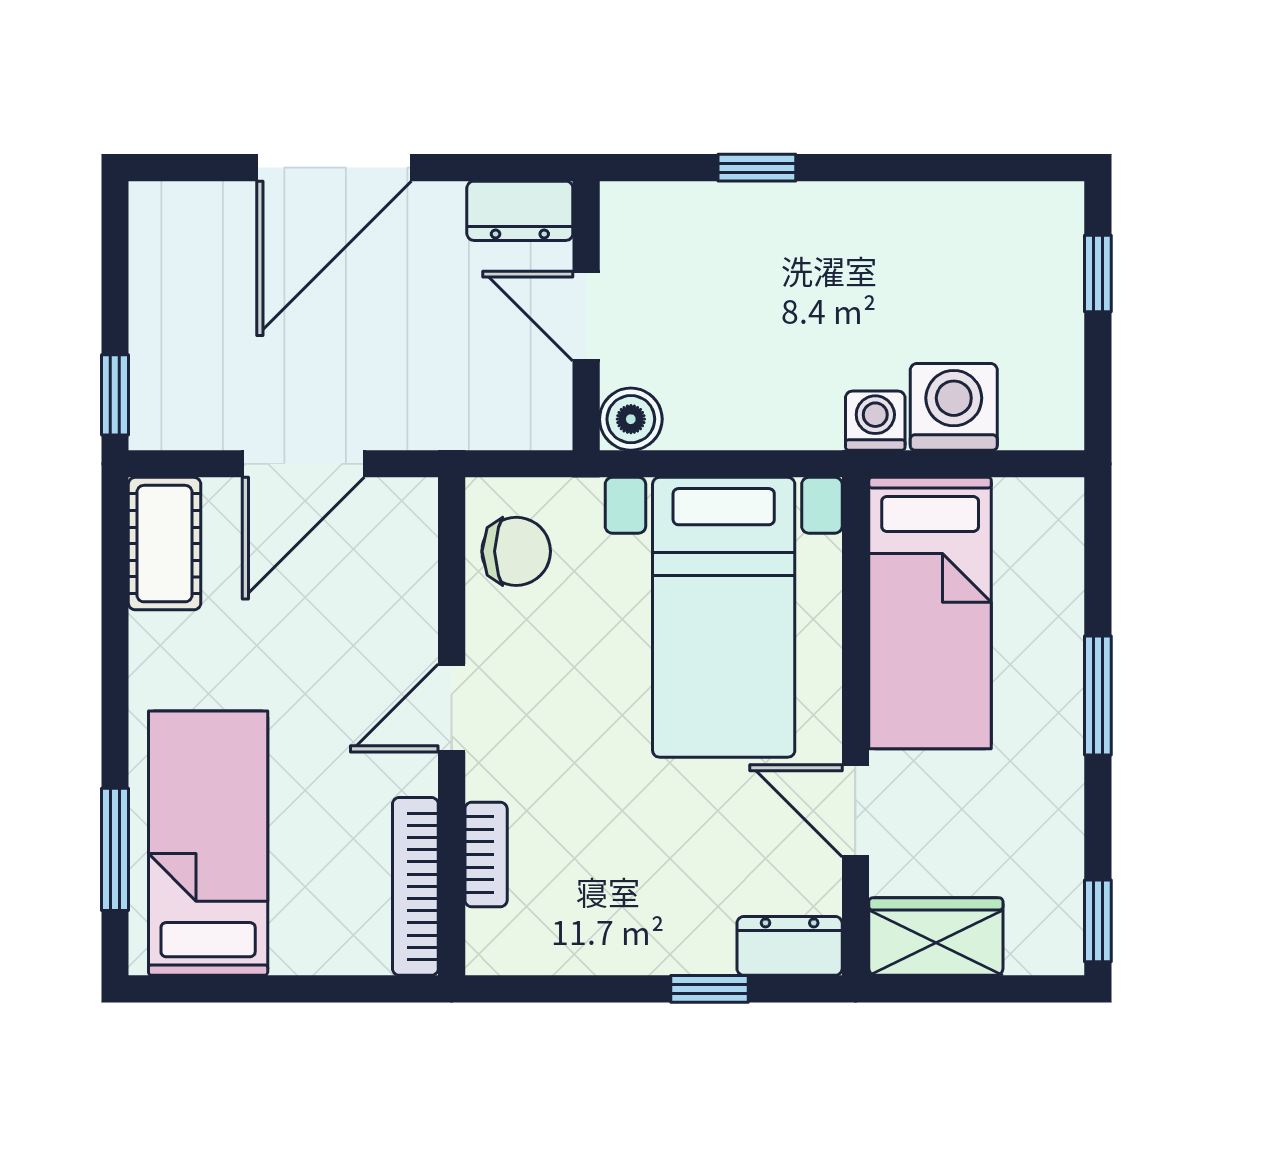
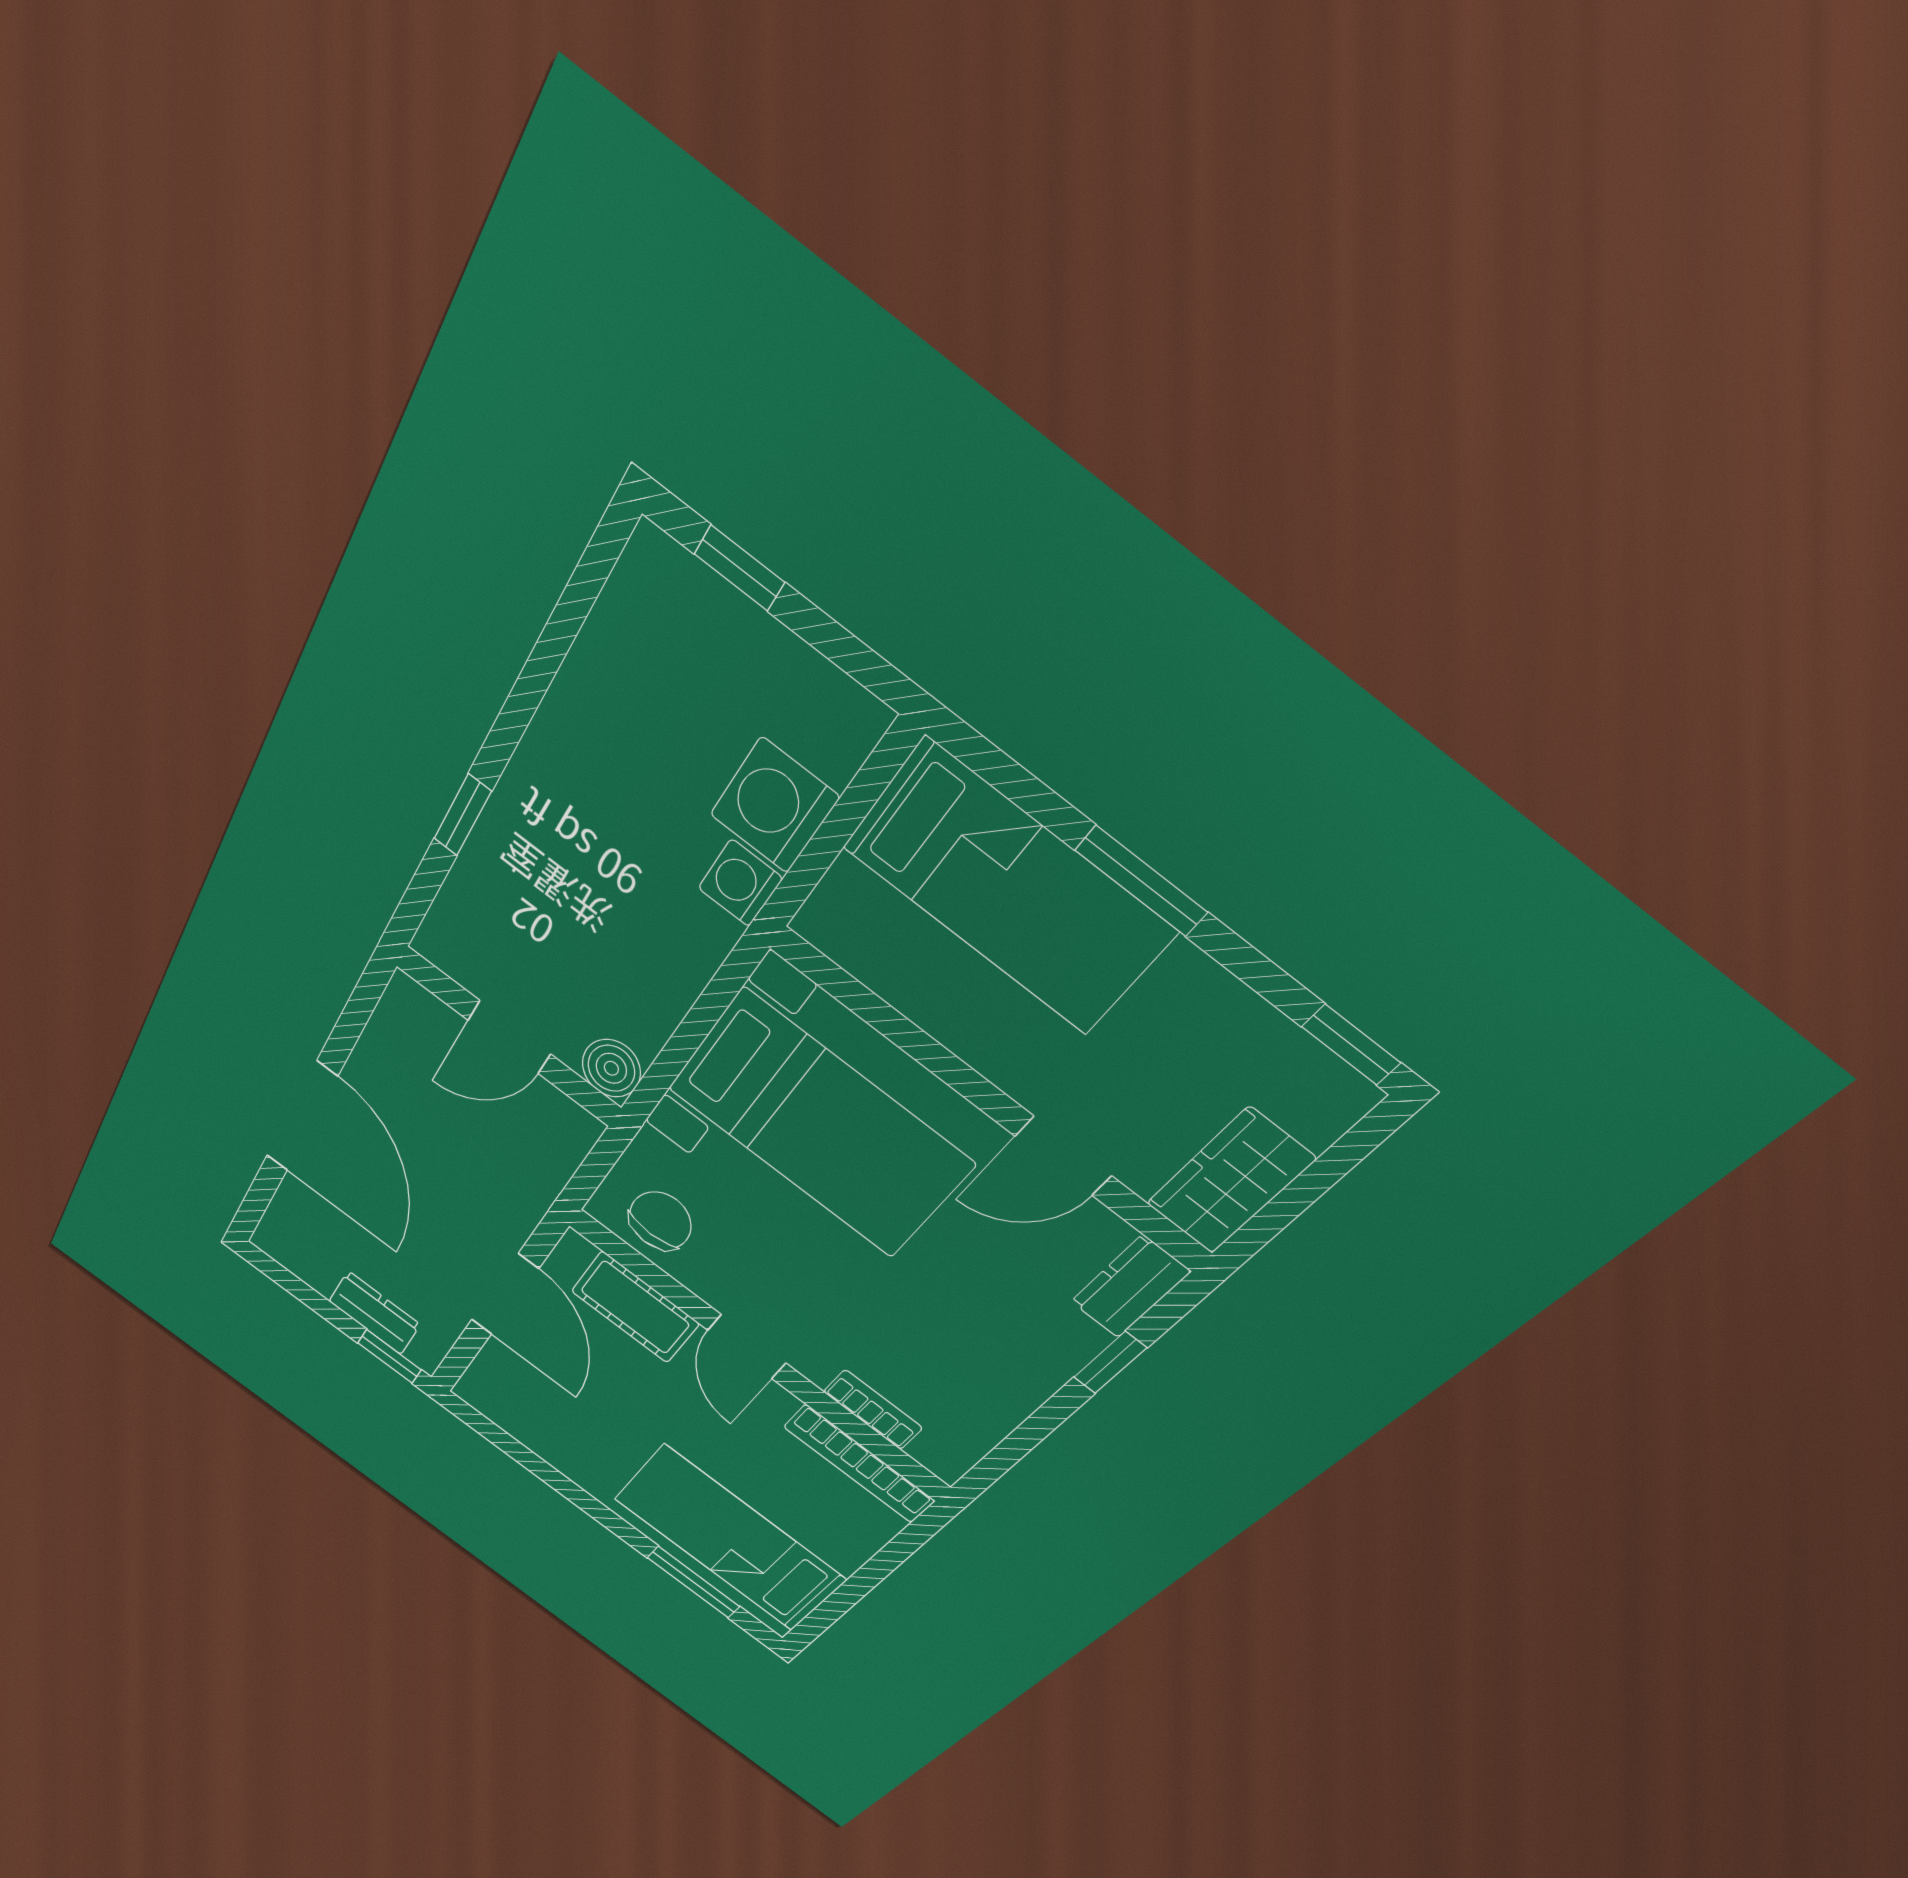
dresser: (520, 211) -> (375, 1313), moved, turned -90
cot: (165, 544) -> (635, 1307), moved
bed: (930, 613) -> (1008, 889), moved

